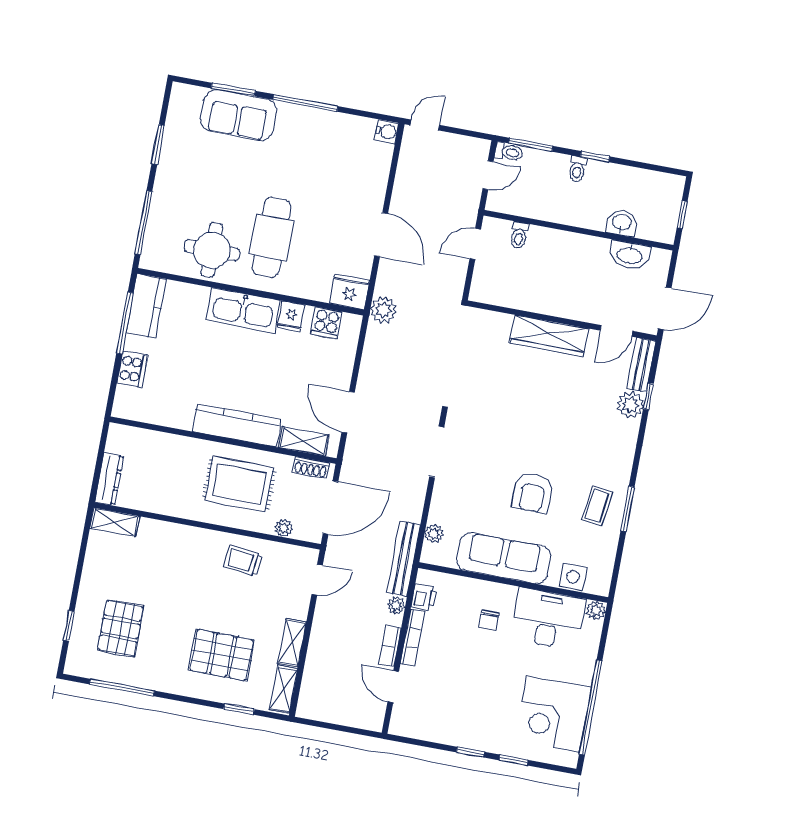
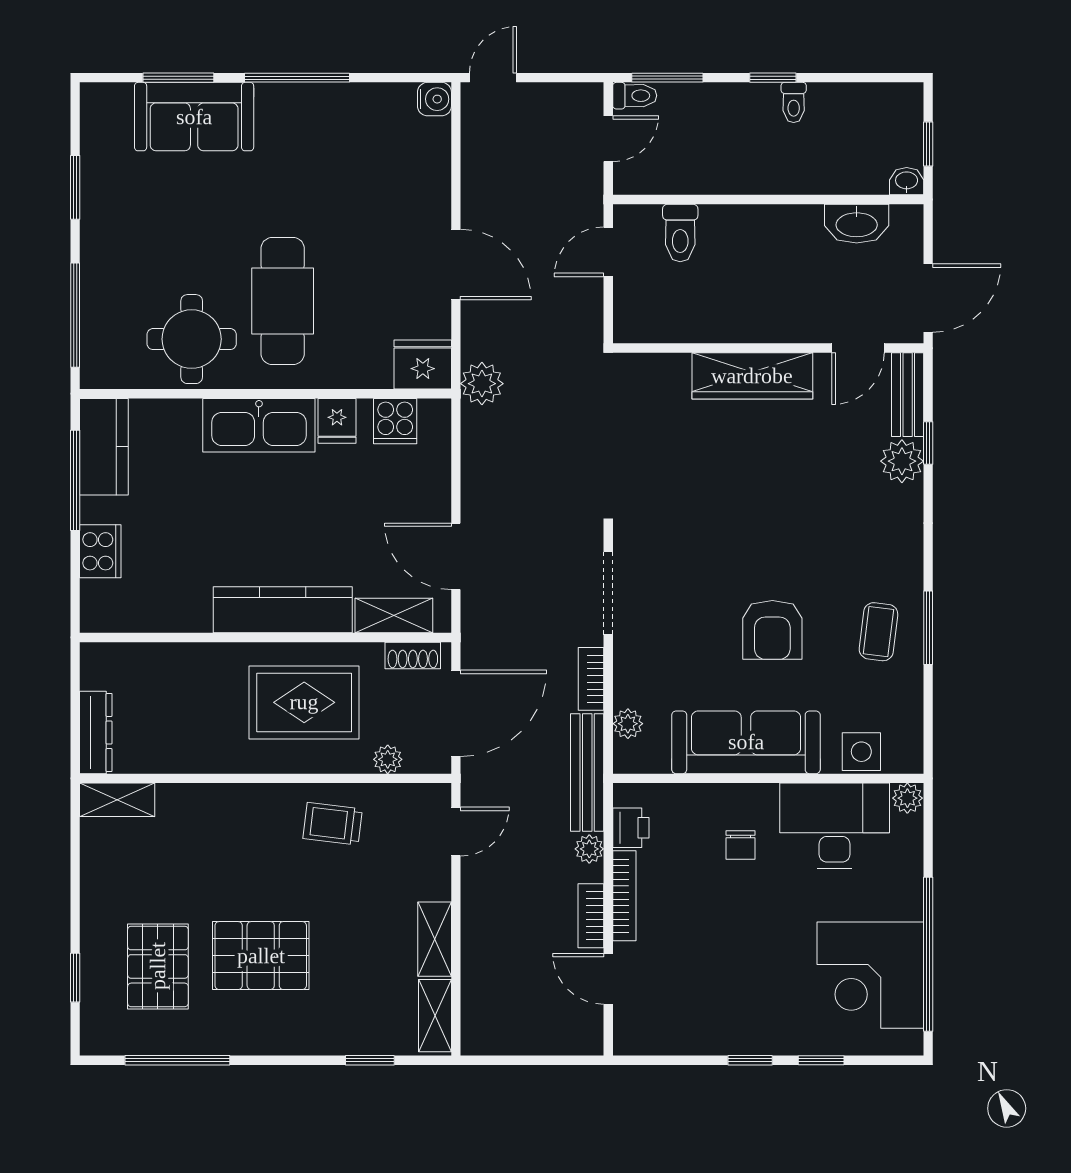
toilet: (577, 169) -> (794, 102), moved
washbasin: (622, 223) -> (907, 181), moved, width x0.72, depth x0.69
toilet: (519, 235) -> (680, 233), width x1.37, depth x1.39
bookcase: (417, 502) -> (591, 679), added
pallet: (222, 655) -> (261, 956), moved

